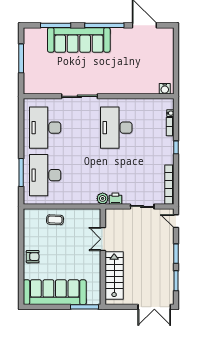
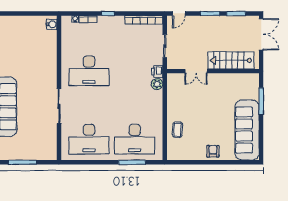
double door: (103, 239) -> (196, 71), moved
wall: (103, 257) -> (213, 71), moved
stairs: (114, 275) -> (231, 60), moved

